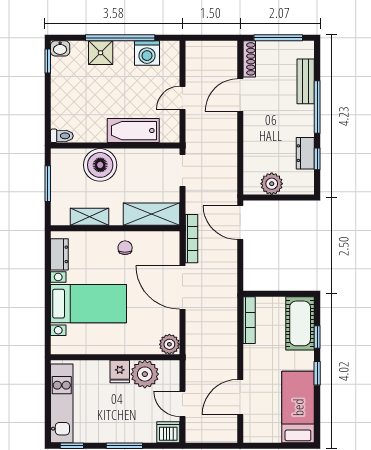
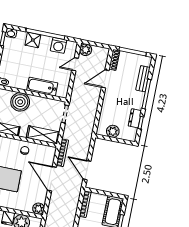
plant: (196, 51) -> (86, 50), added
door: (182, 98) -> (75, 64), moved
door: (240, 223) -> (87, 170), moved

